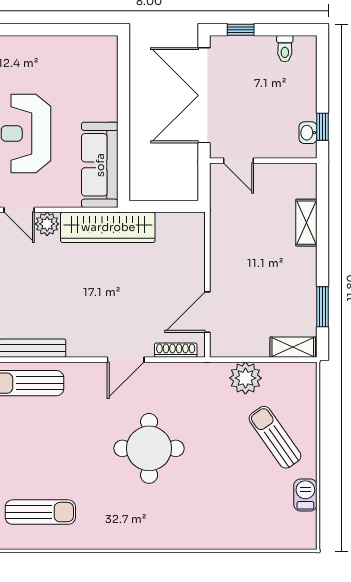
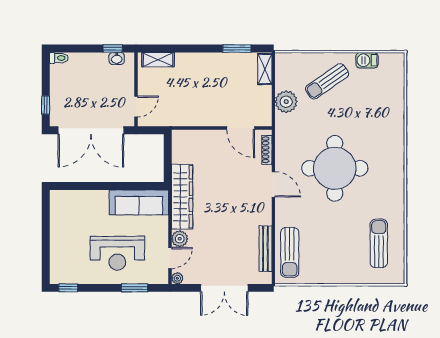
toilet: (285, 49) -> (59, 58), moved
shelving: (306, 223) -> (158, 60), moved
round table: (149, 448) -> (335, 168), width x1.36, depth x1.36

